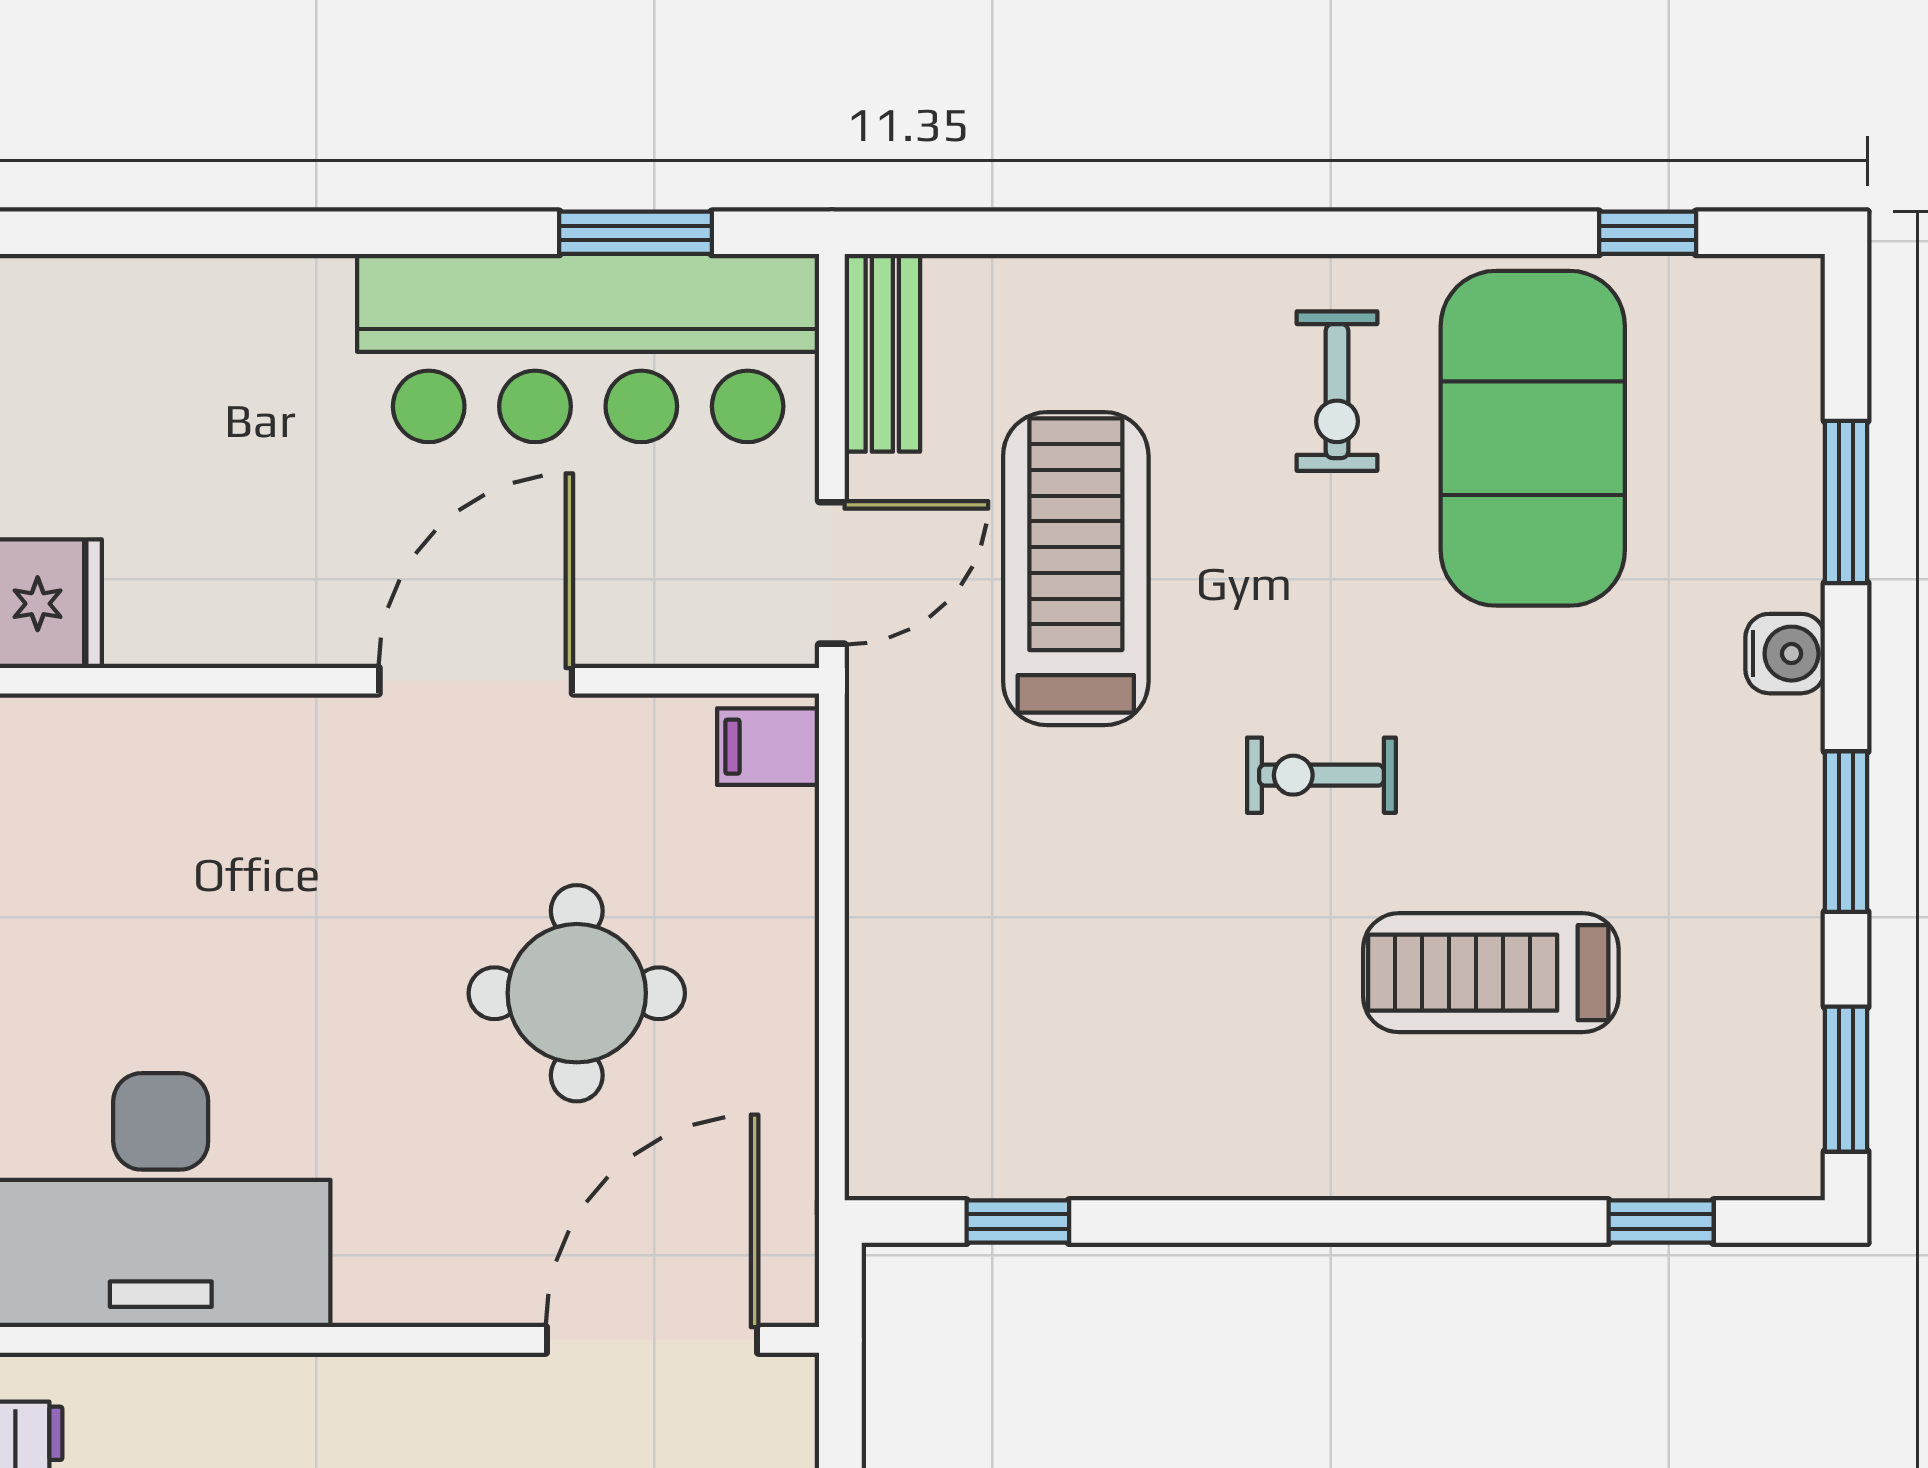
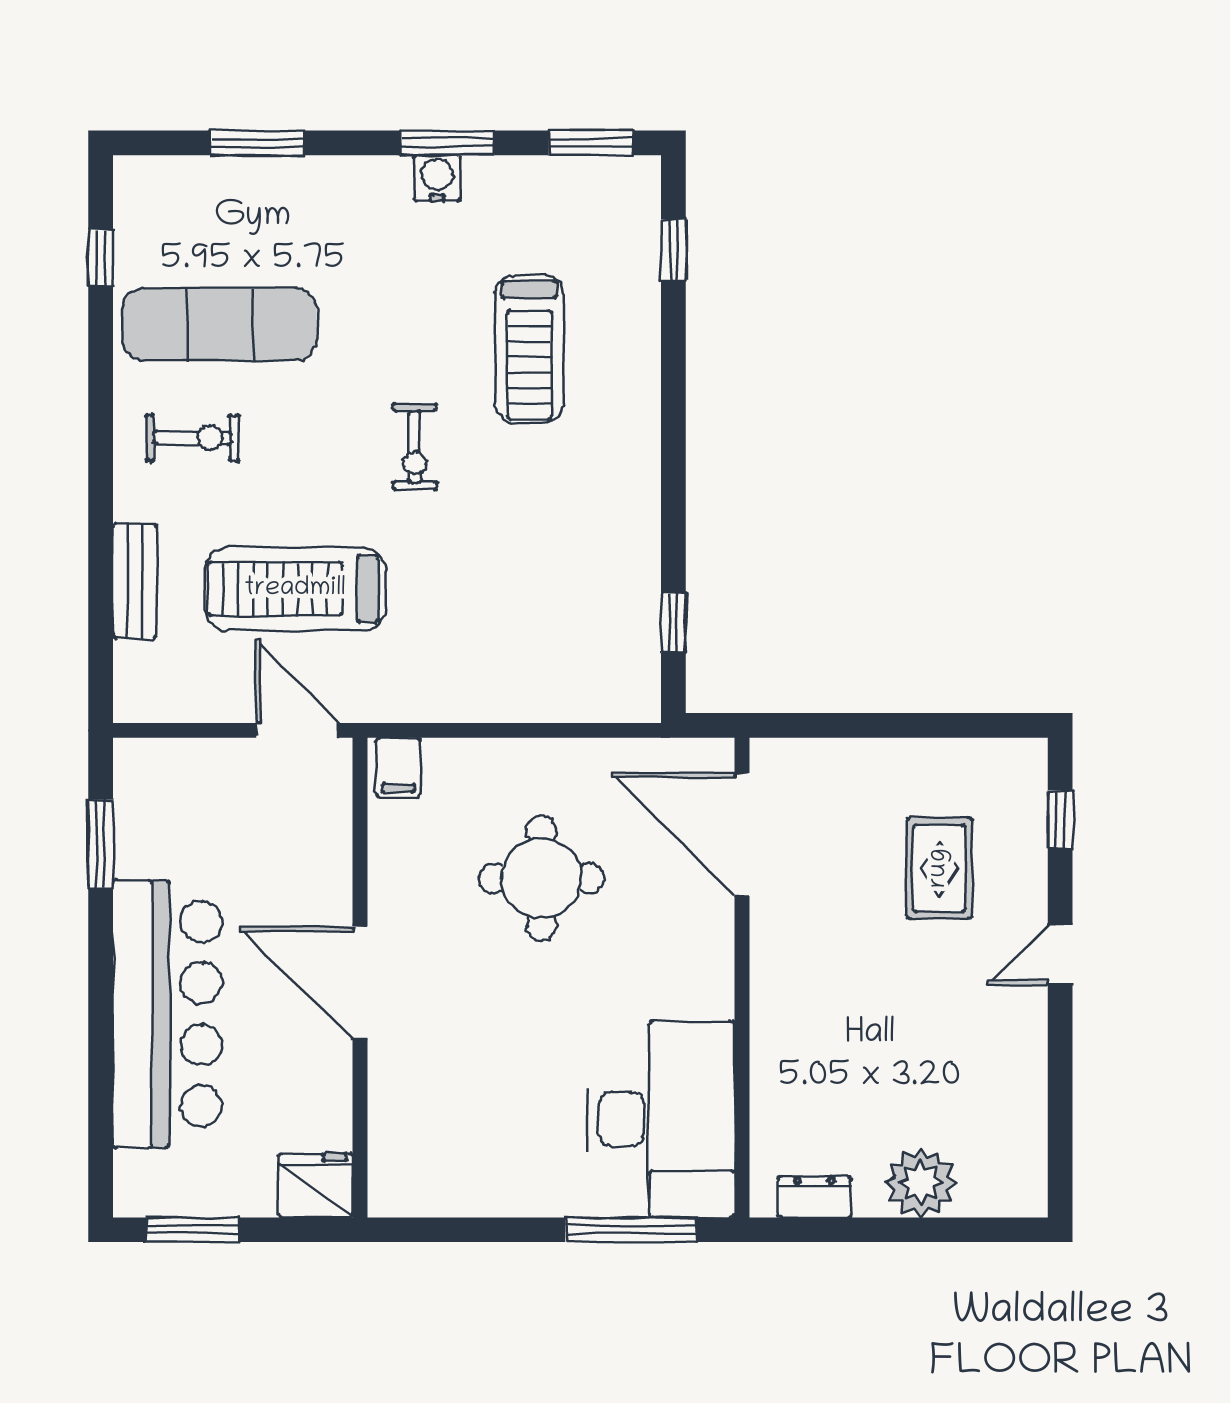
bar counter: (588, 348) -> (167, 1014), moved
bench: (882, 353) -> (135, 581), moved, turned 90
exercise mat: (1533, 438) -> (220, 324), width x0.68
water cooler: (1785, 654) -> (437, 178), moved
door: (476, 681) -> (360, 983), moved

